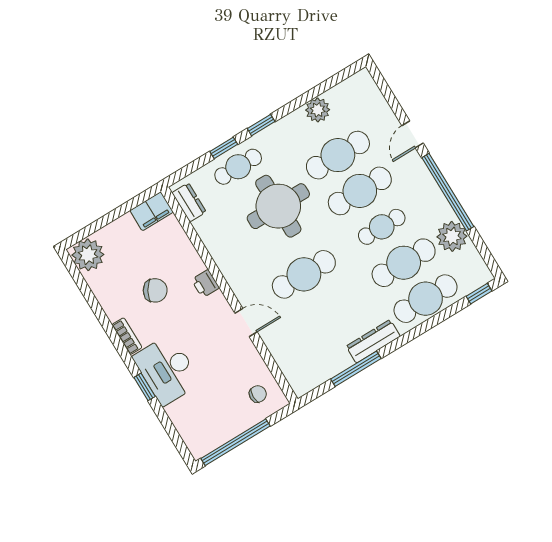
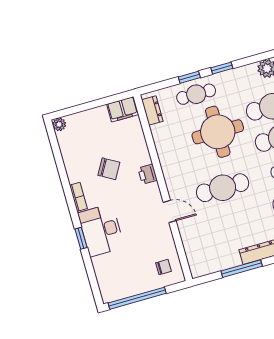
plant: (88, 255) -> (59, 124), width x0.53, depth x0.53

